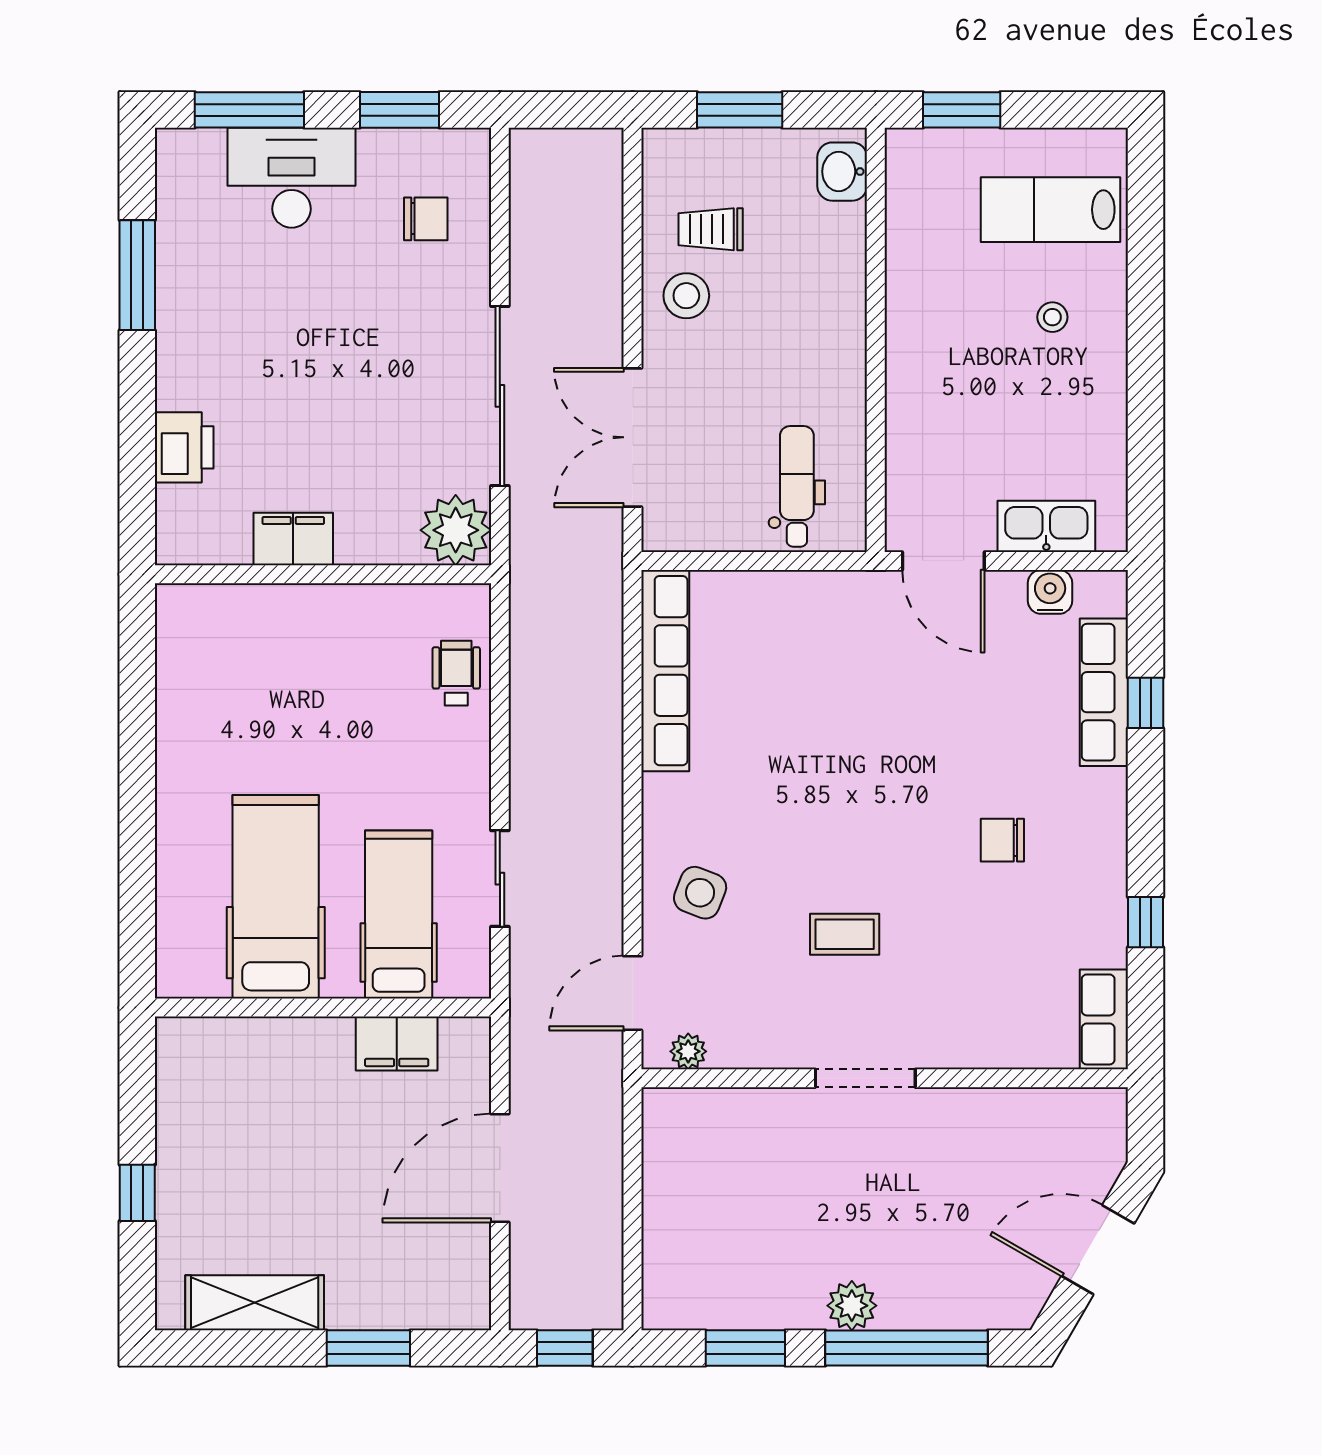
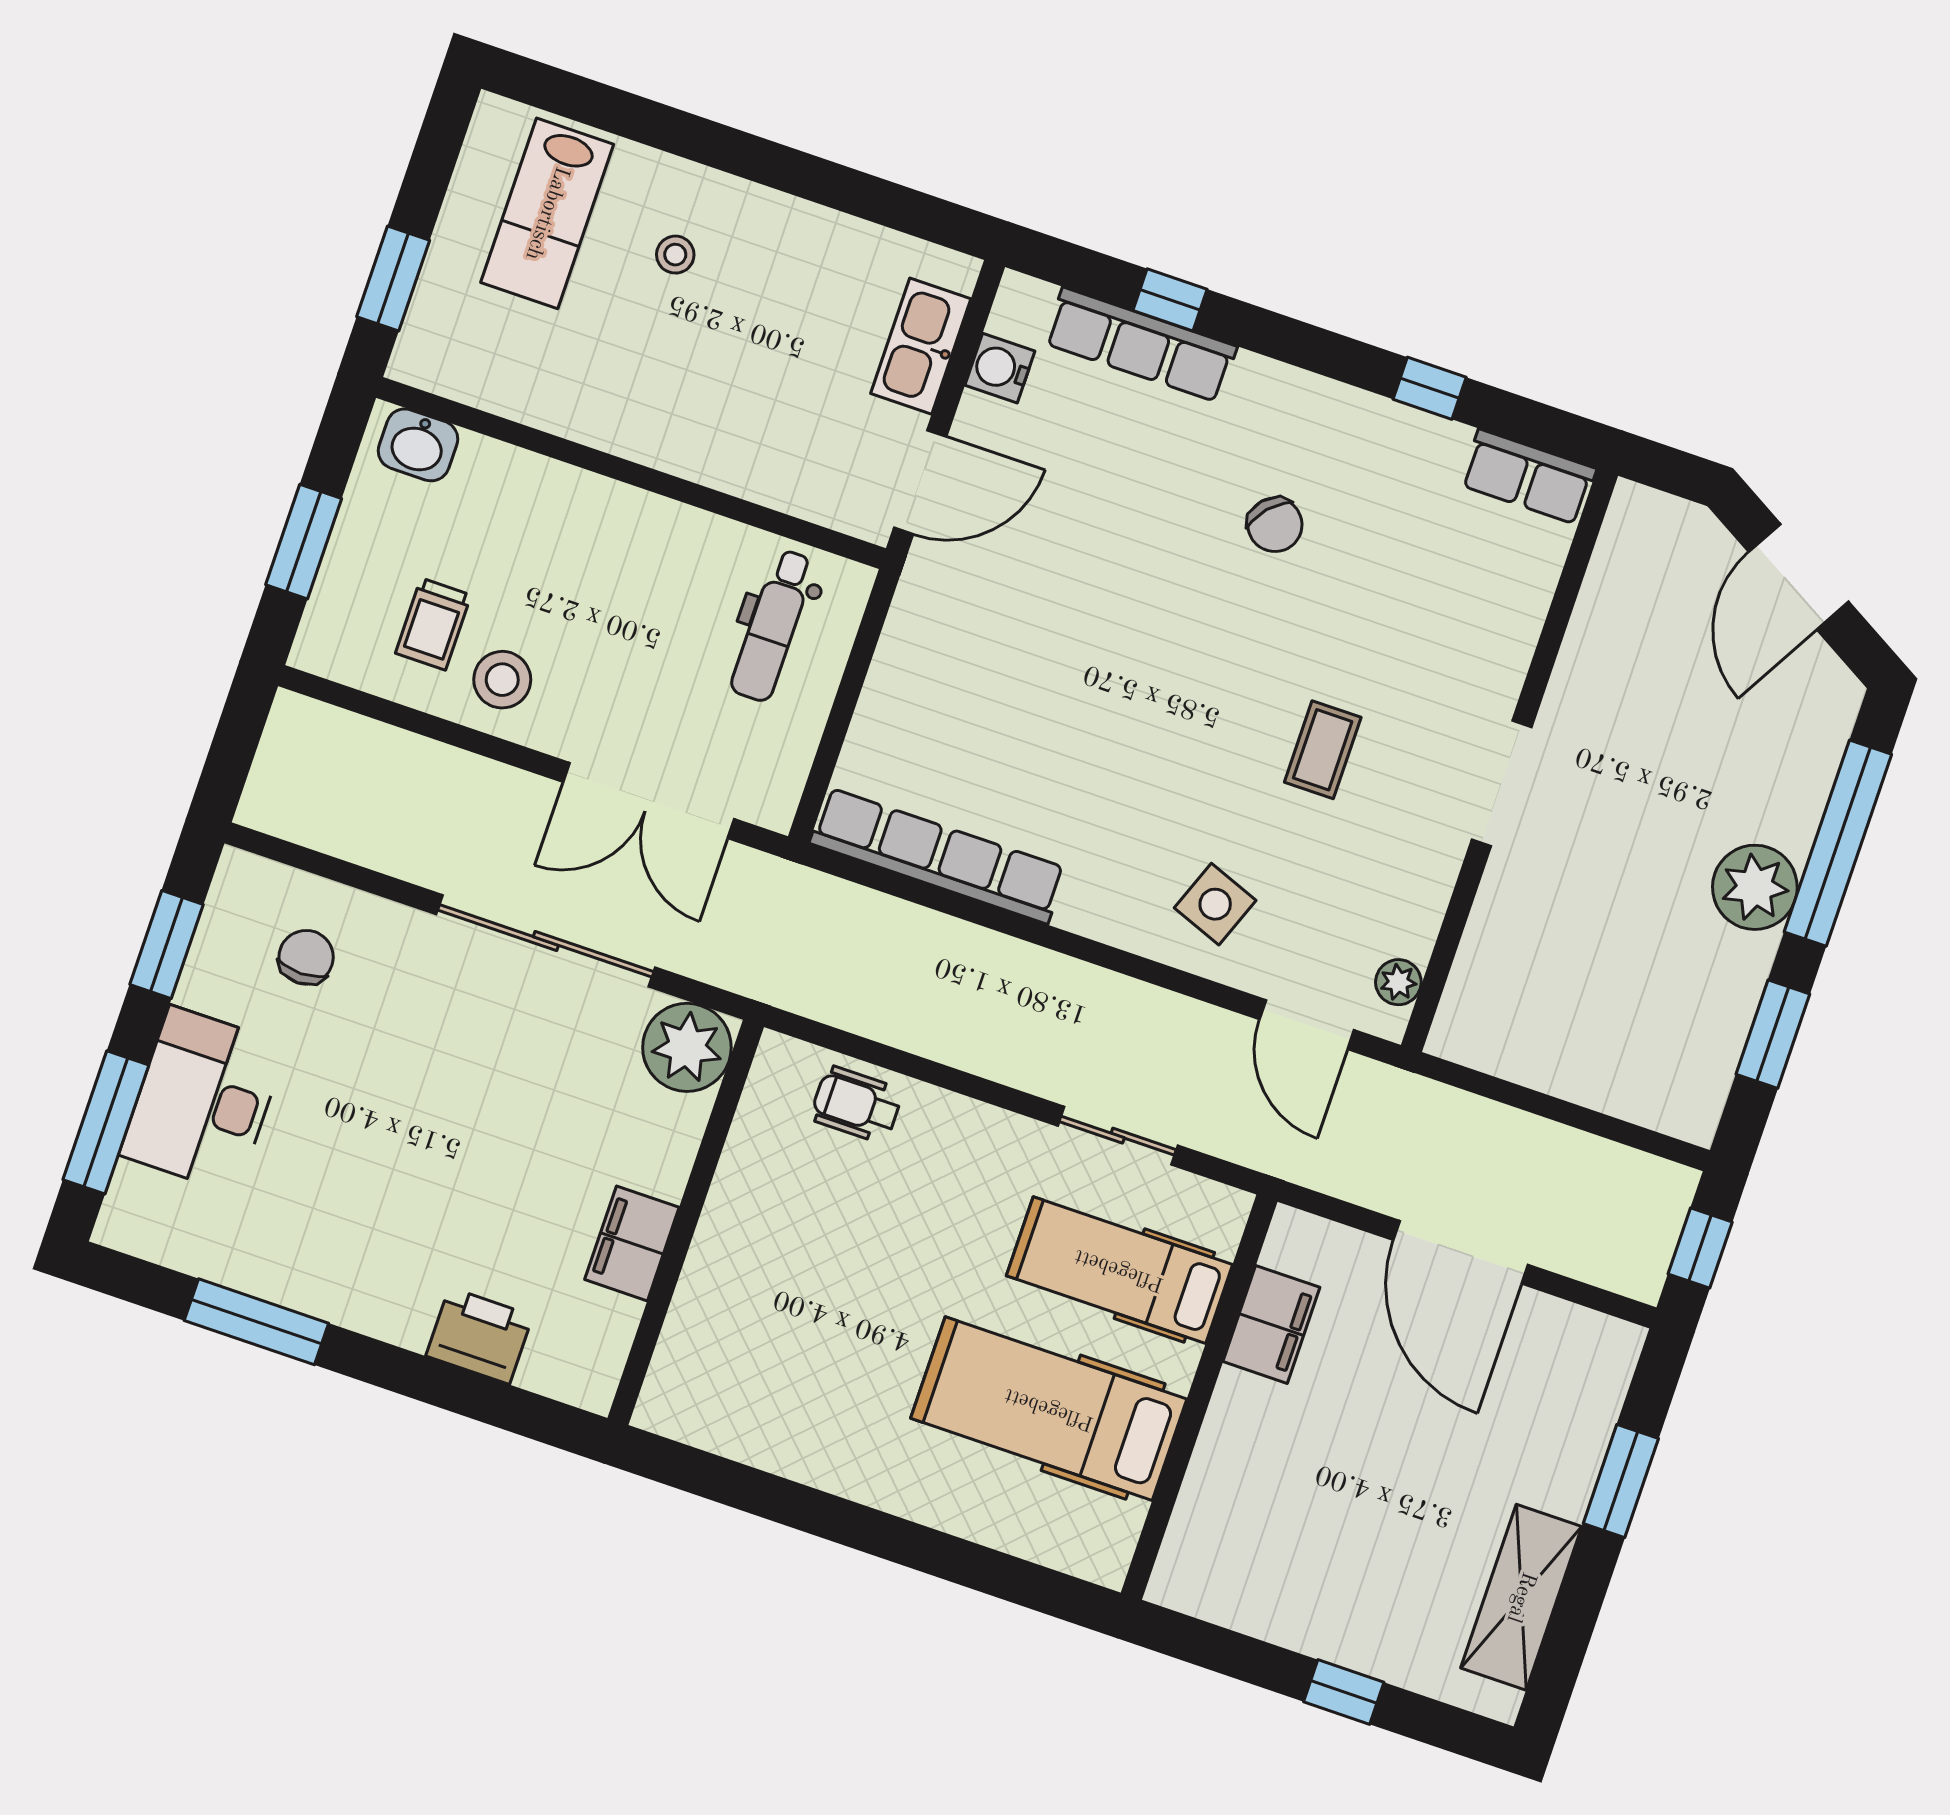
dental chair: (797, 486) -> (773, 626), turned -90
chair: (1002, 840) -> (1275, 525), turned -48
plant: (852, 1306) -> (1755, 887), width x1.36, depth x1.36

